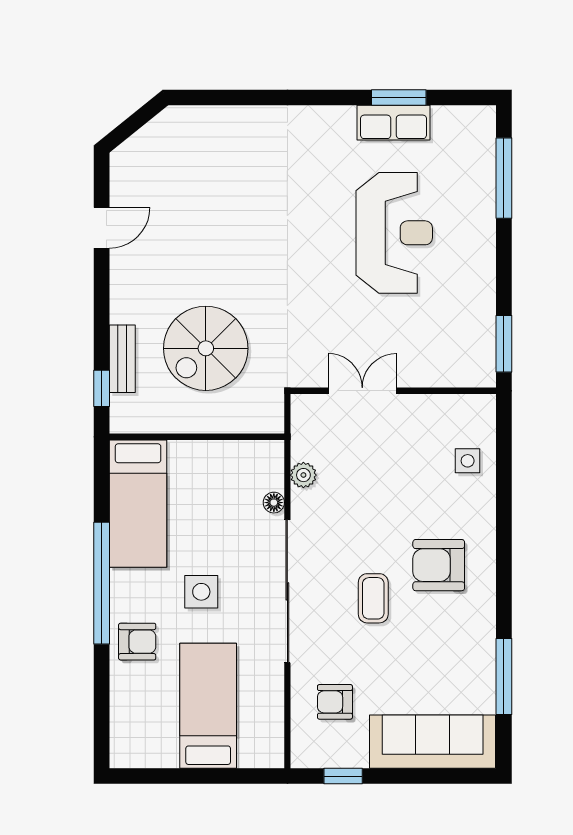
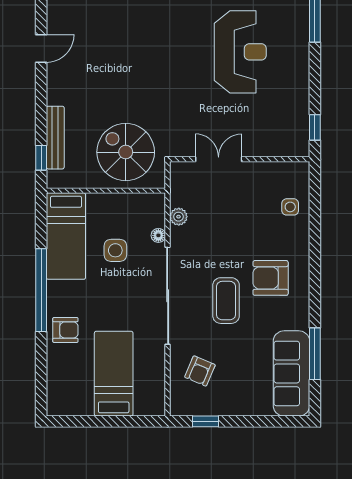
window: (504, 344) -> (315, 127), width x0.67
spiral stairs: (206, 348) -> (126, 152), moved, turned 90
bench: (122, 359) -> (55, 138), width x1.36
side table: (201, 592) -> (115, 250), moved
coffee table: (373, 598) -> (226, 301), width x1.36, depth x1.30
armchair: (335, 702) -> (200, 371), turned -67
sofa: (433, 742) -> (291, 373), moved, turned -90

